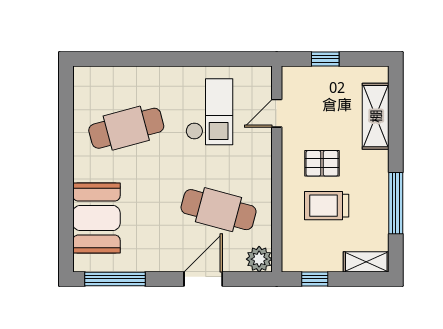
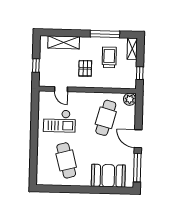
checkout: (209, 112) -> (59, 121), turned 180
trolley: (327, 206) -> (109, 57), moved, turned 180
door: (203, 279) -> (138, 139), moved

